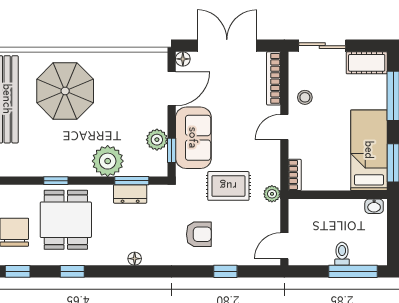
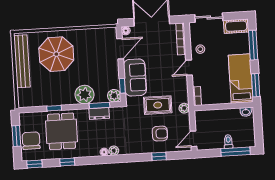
plant: (157, 140) -> (114, 96), moved
armchair: (199, 234) -> (160, 134), moved
plant: (151, 257) -> (114, 151), added

